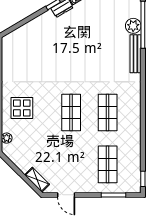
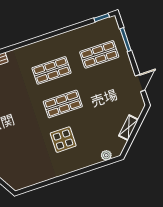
display table: (22, 108) -> (63, 140), moved
shelving: (37, 180) -> (129, 128), moved

